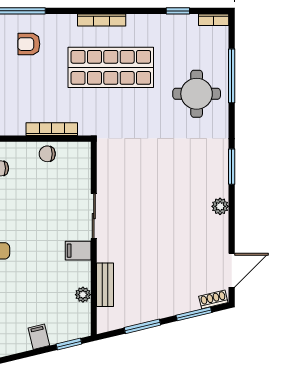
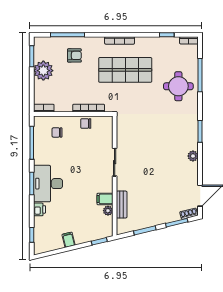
armchair: (29, 44) -> (74, 55), turned 180
filing cabinet: (78, 251) -> (105, 199), moved
filing cabinet: (39, 337) -> (68, 240), moved

